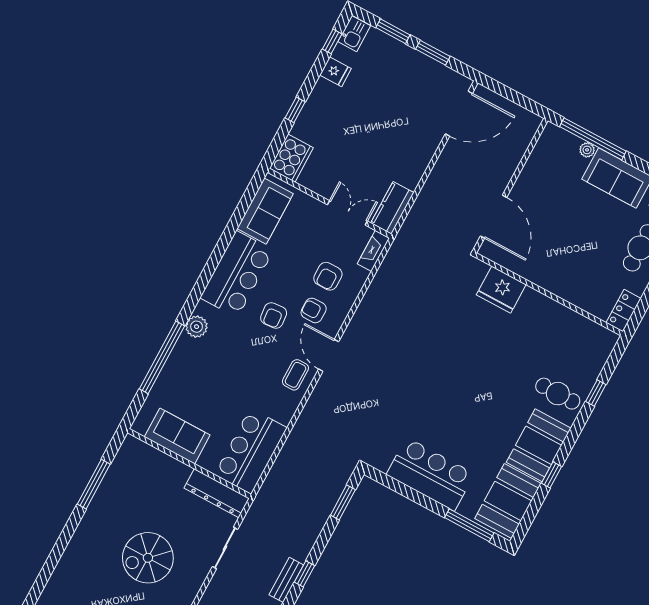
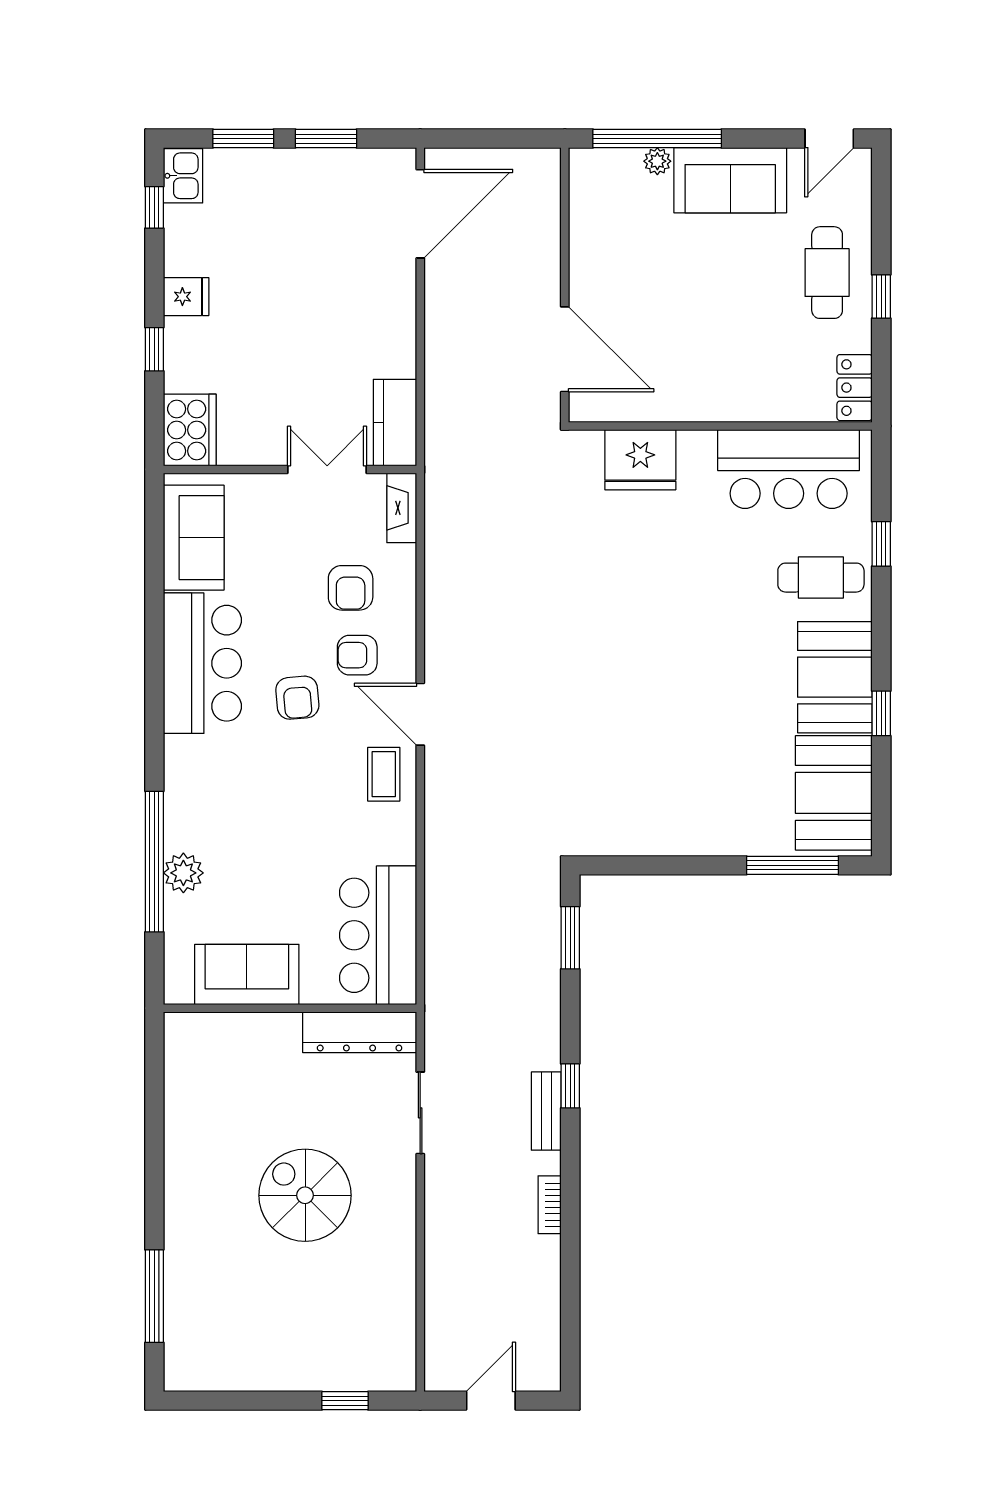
fridge: (335, 72) -> (186, 297), moved
plant: (197, 327) -> (183, 873), moved
bar counter: (430, 474) -> (789, 469), moved, turned 180
window: (94, 484) -> (154, 1296), moved
spiral stairs: (148, 558) -> (305, 1195), turned 90

